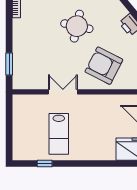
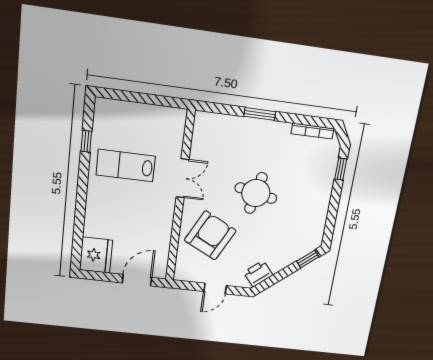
round table: (77, 26) -> (256, 193), moved
window: (9, 64) -> (260, 114), moved

